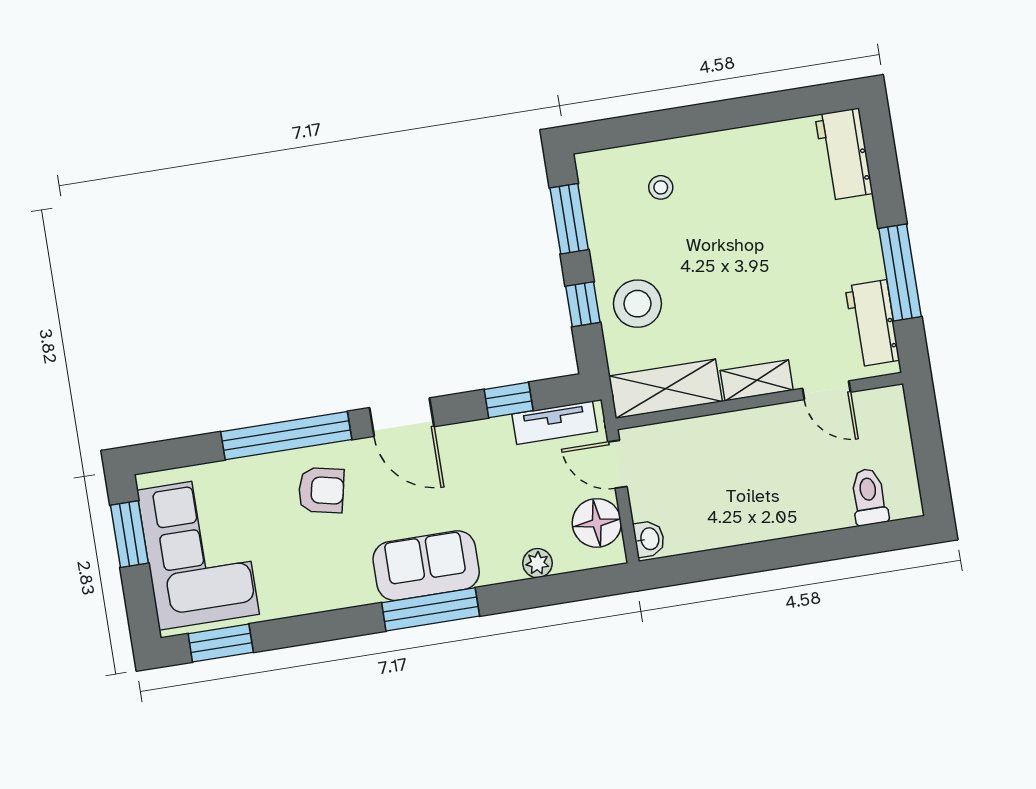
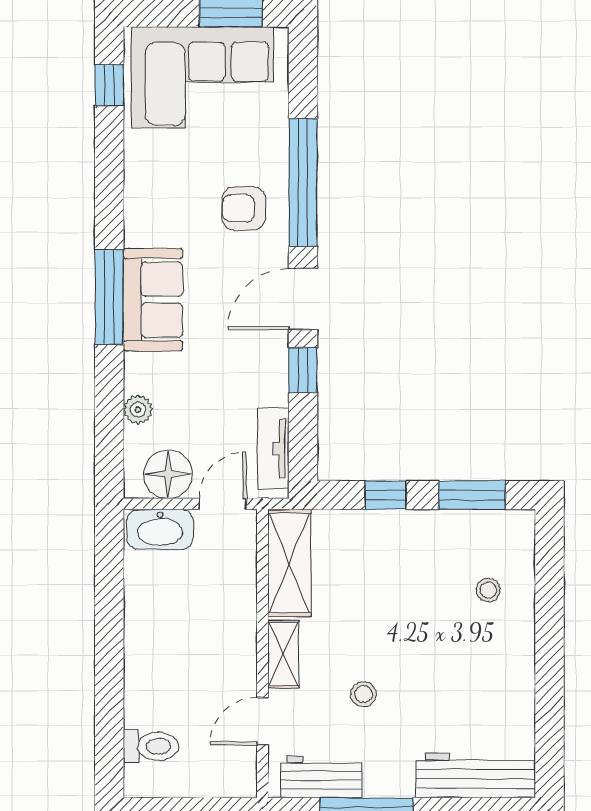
workbench: (844, 154) -> (476, 776), width x1.37
stool: (637, 304) -> (364, 694), moved, width x0.53, depth x0.53
window: (509, 400) -> (303, 370), moved
armchair: (321, 490) -> (244, 208), turned 78
washbasin: (649, 539) -> (160, 529), width x1.91, depth x1.45
window: (221, 643) -> (109, 85), width x0.67

